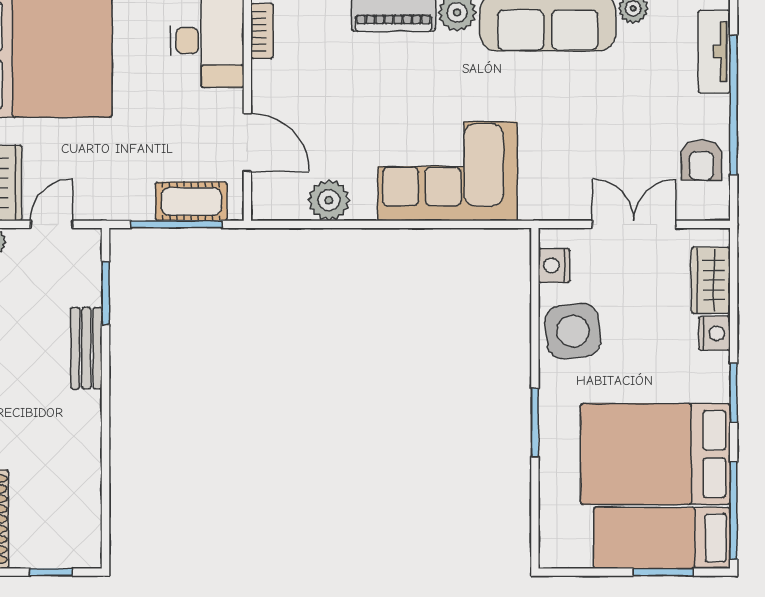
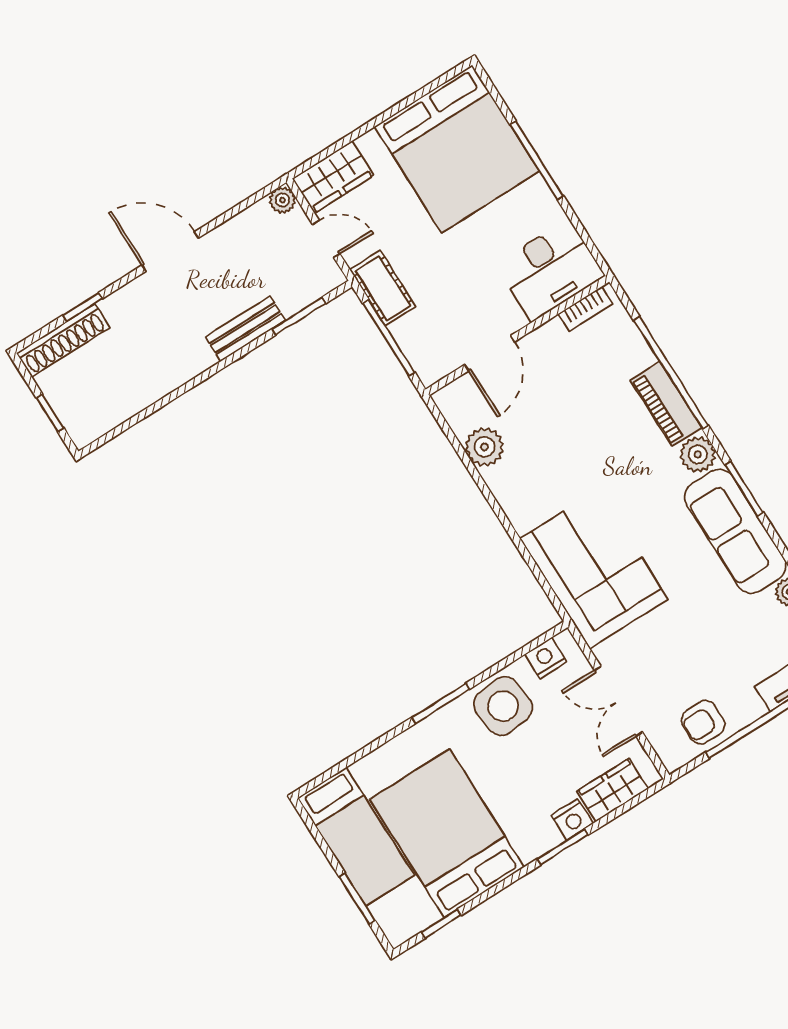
corner sofa: (447, 171) -> (594, 569), moved
cot: (191, 201) -> (383, 288), moved
double door: (634, 224) -> (618, 701), swing flipped
window: (734, 393) -> (562, 847), moved
window: (535, 422) -> (440, 703), moved
window: (734, 511) -> (441, 924), width x0.46
bed: (662, 538) -> (356, 837), moved, turned 180

